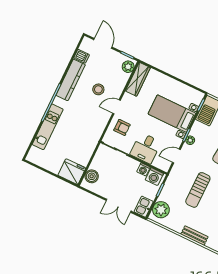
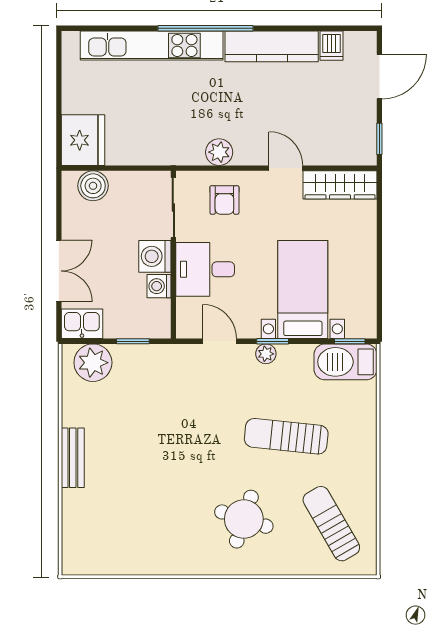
plant: (128, 67) -> (219, 152), moved
stool: (98, 89) -> (280, 113), removed
door: (117, 107) -> (286, 168), moved
kitchen unit: (48, 127) -> (152, 46), width x1.36
washing machine: (154, 177) -> (155, 256), moved
sun lounger: (198, 190) -> (171, 419), removed
double door: (119, 206) -> (59, 271), swing flipped

